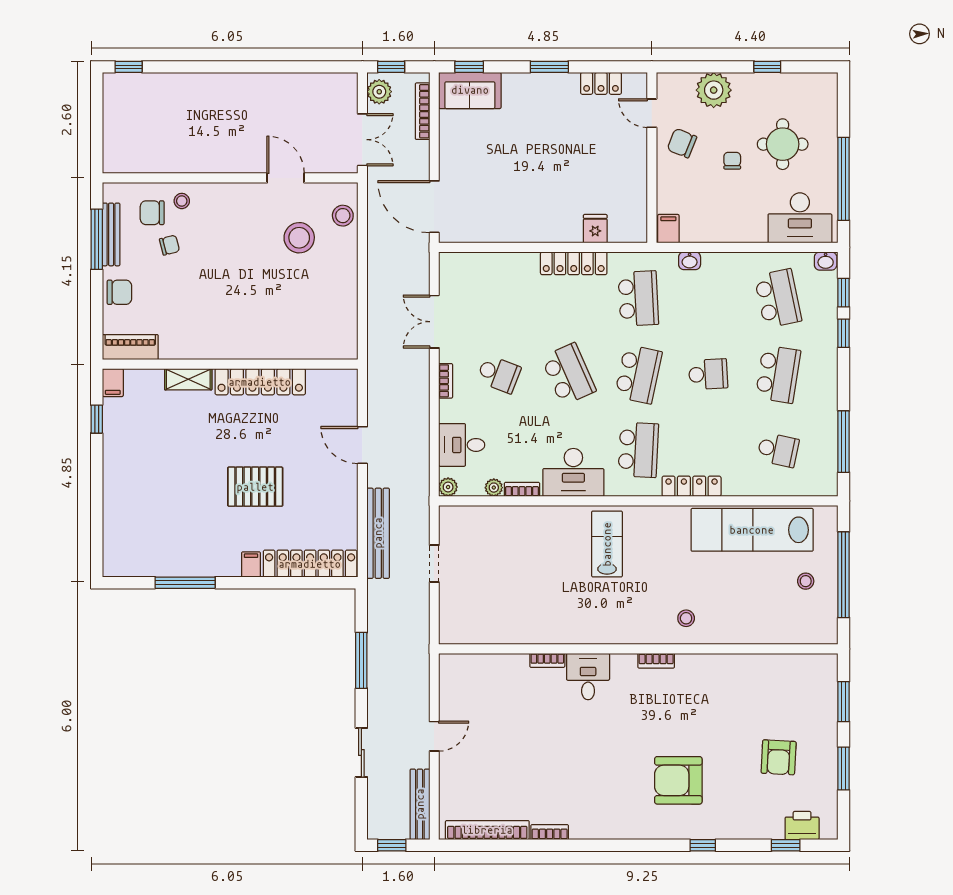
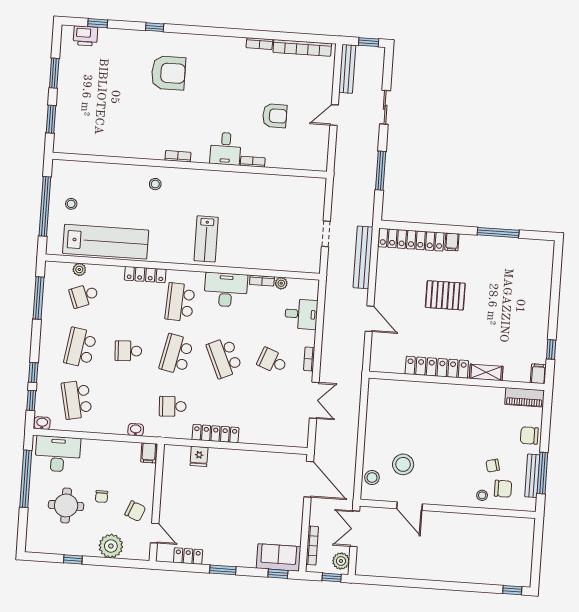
school desk: (638, 298) -> (173, 406), width x0.54
school desk: (778, 450) -> (84, 295), turned -33
plant: (448, 487) -> (79, 269), moved
armchair: (779, 757) -> (275, 116), moved, turned 87

